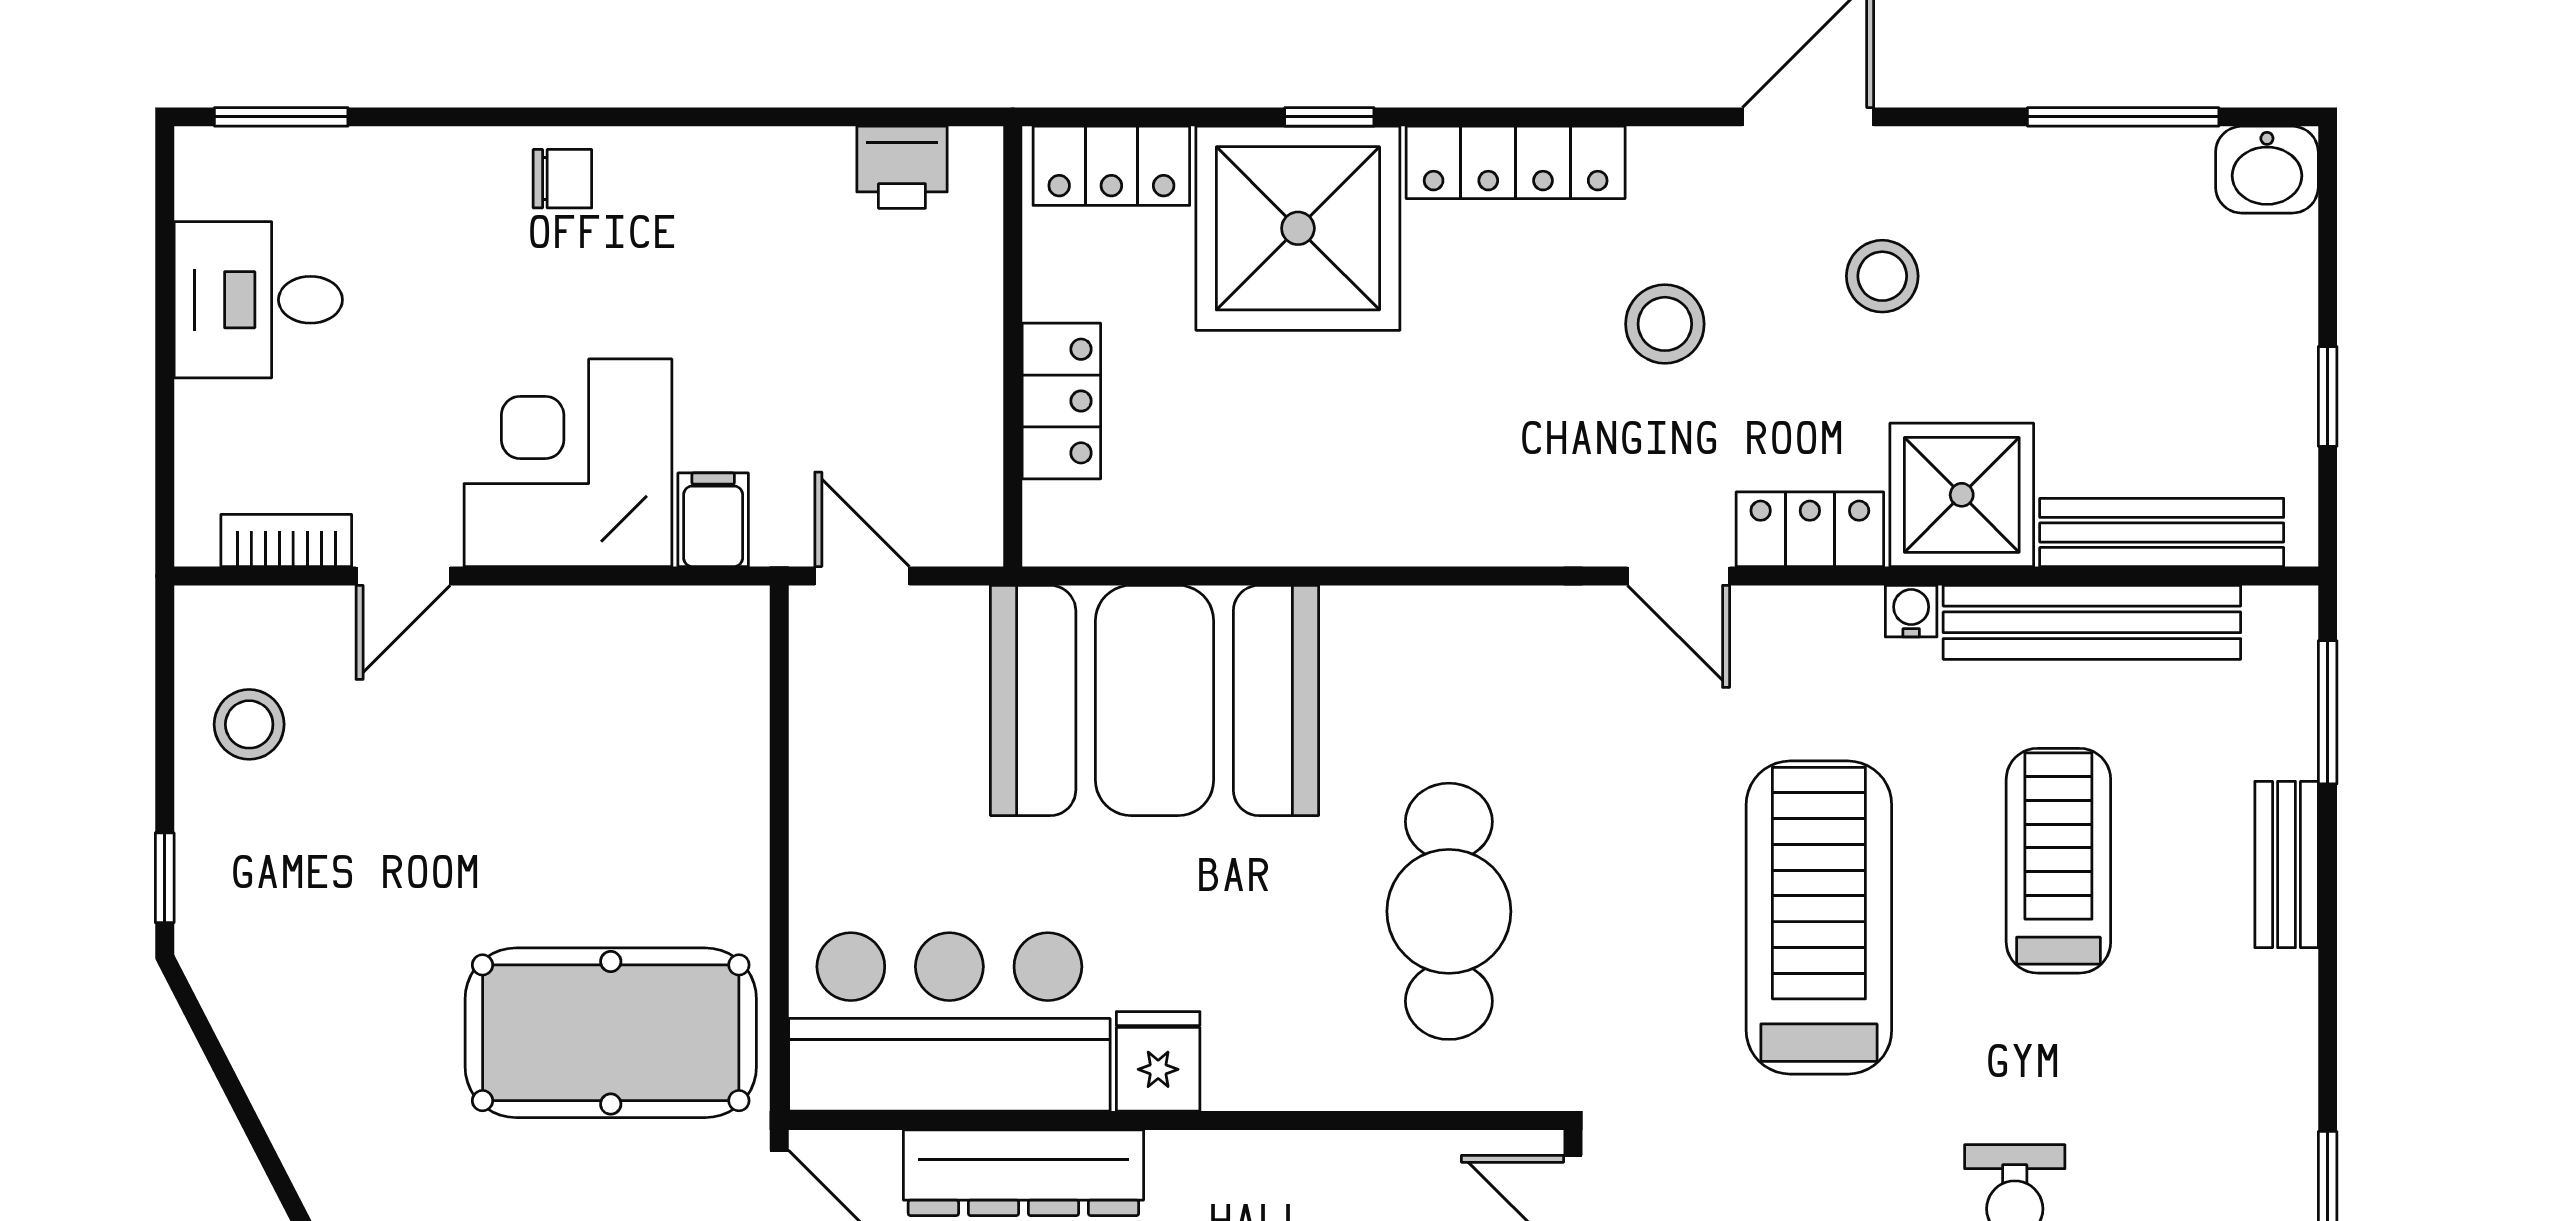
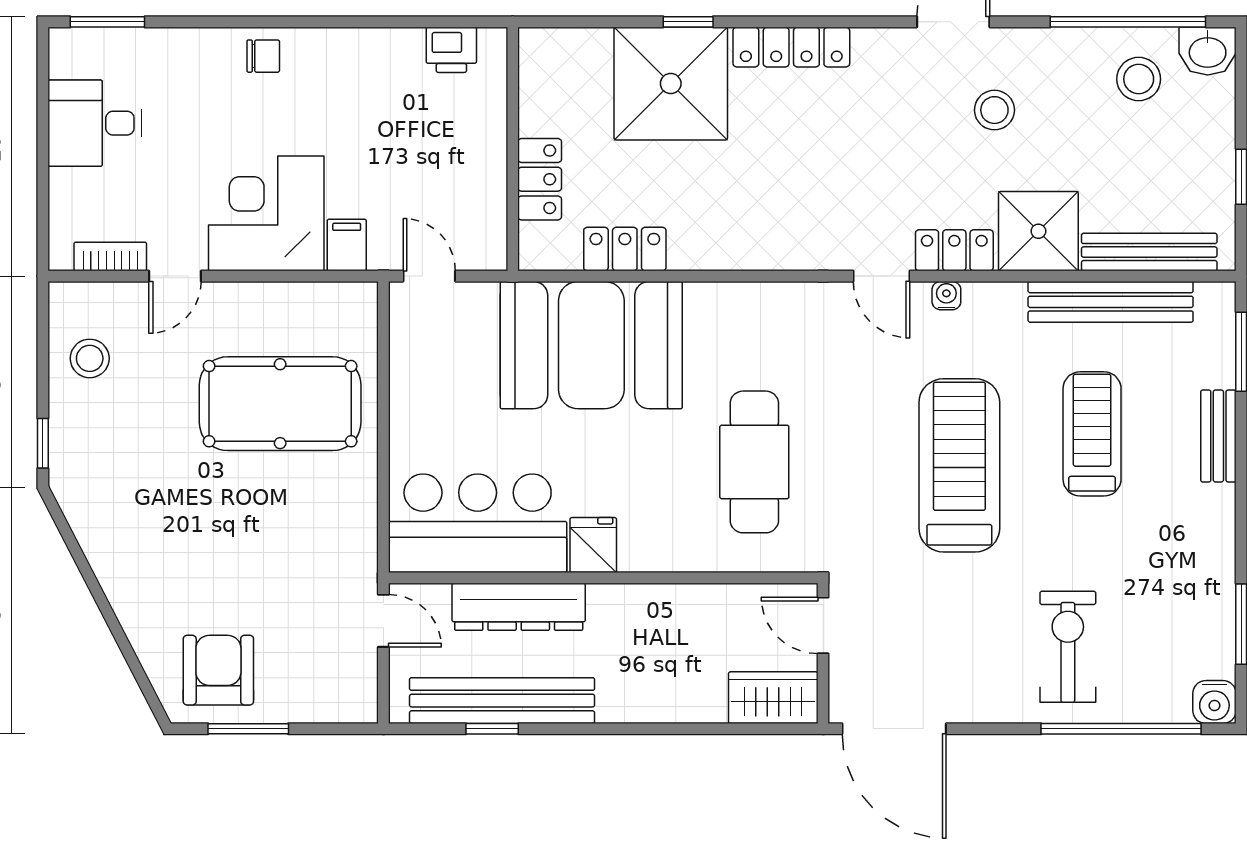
window: (2123, 117) -> (1128, 22), width x1.46
locker: (1111, 166) -> (625, 249), moved, turned 180
stool: (1665, 324) -> (1139, 79), moved
water cooler: (1911, 611) -> (946, 296), moved
pool table: (611, 1033) -> (280, 404), moved

